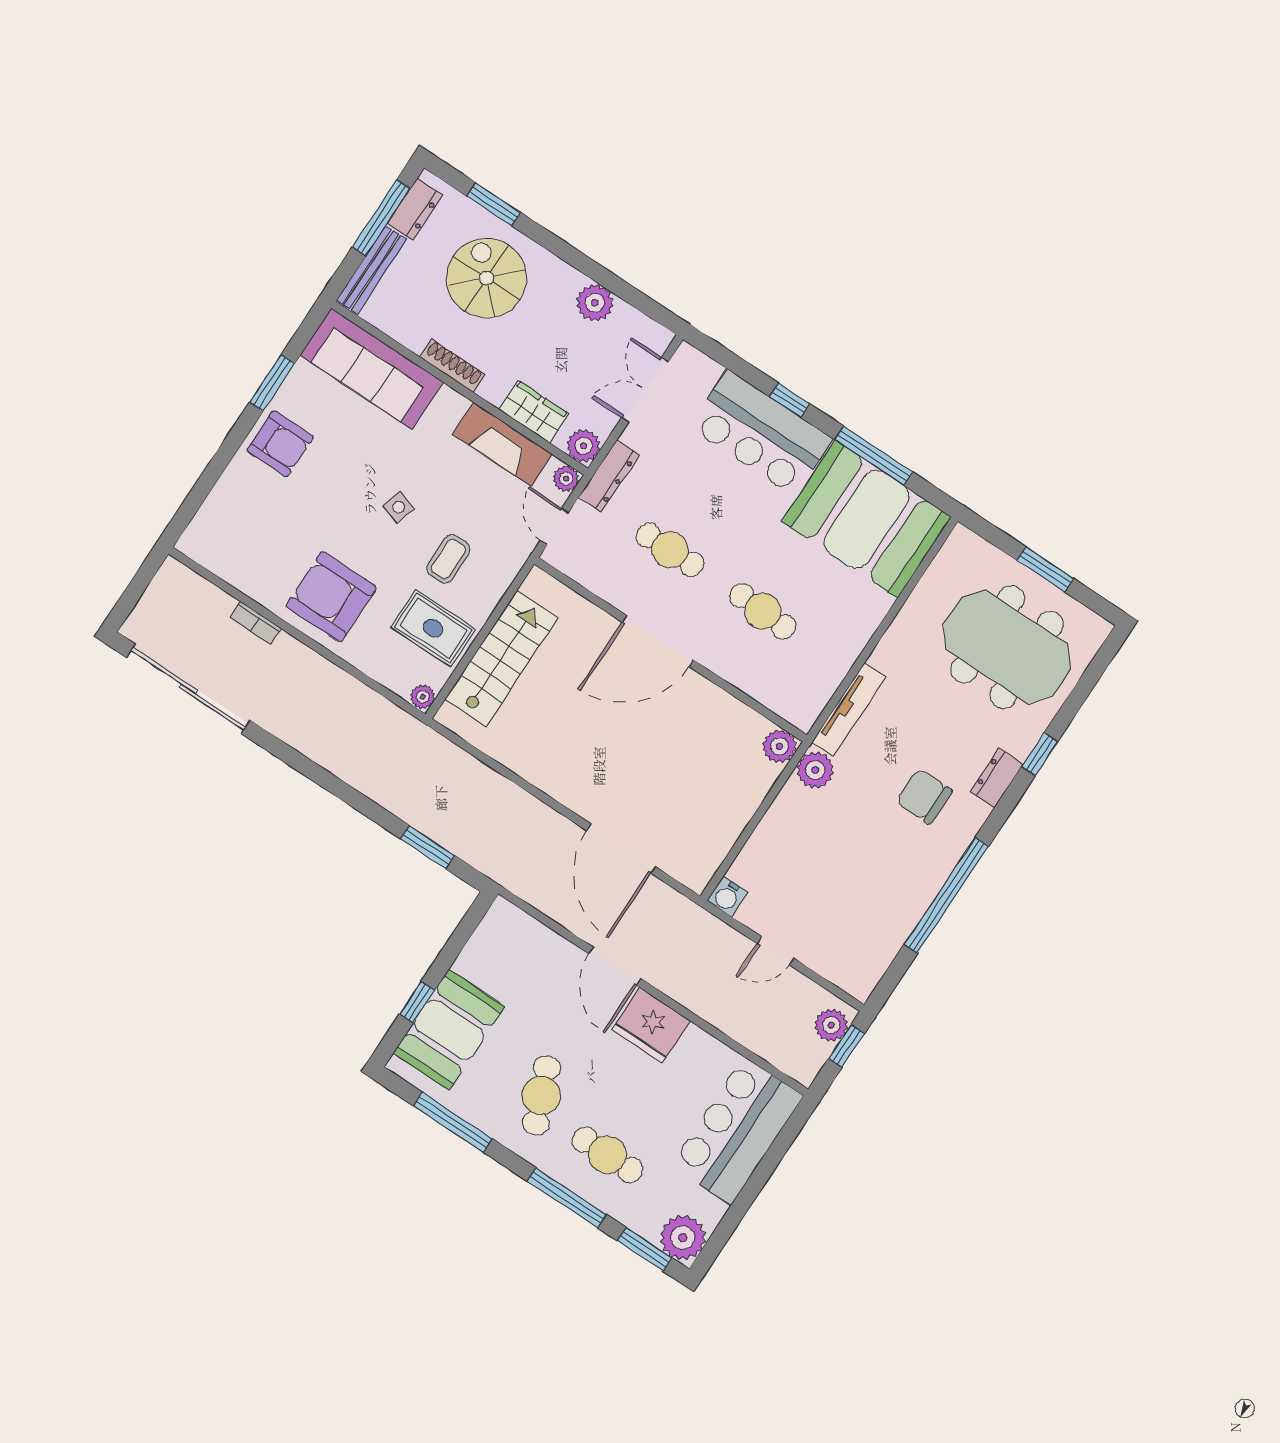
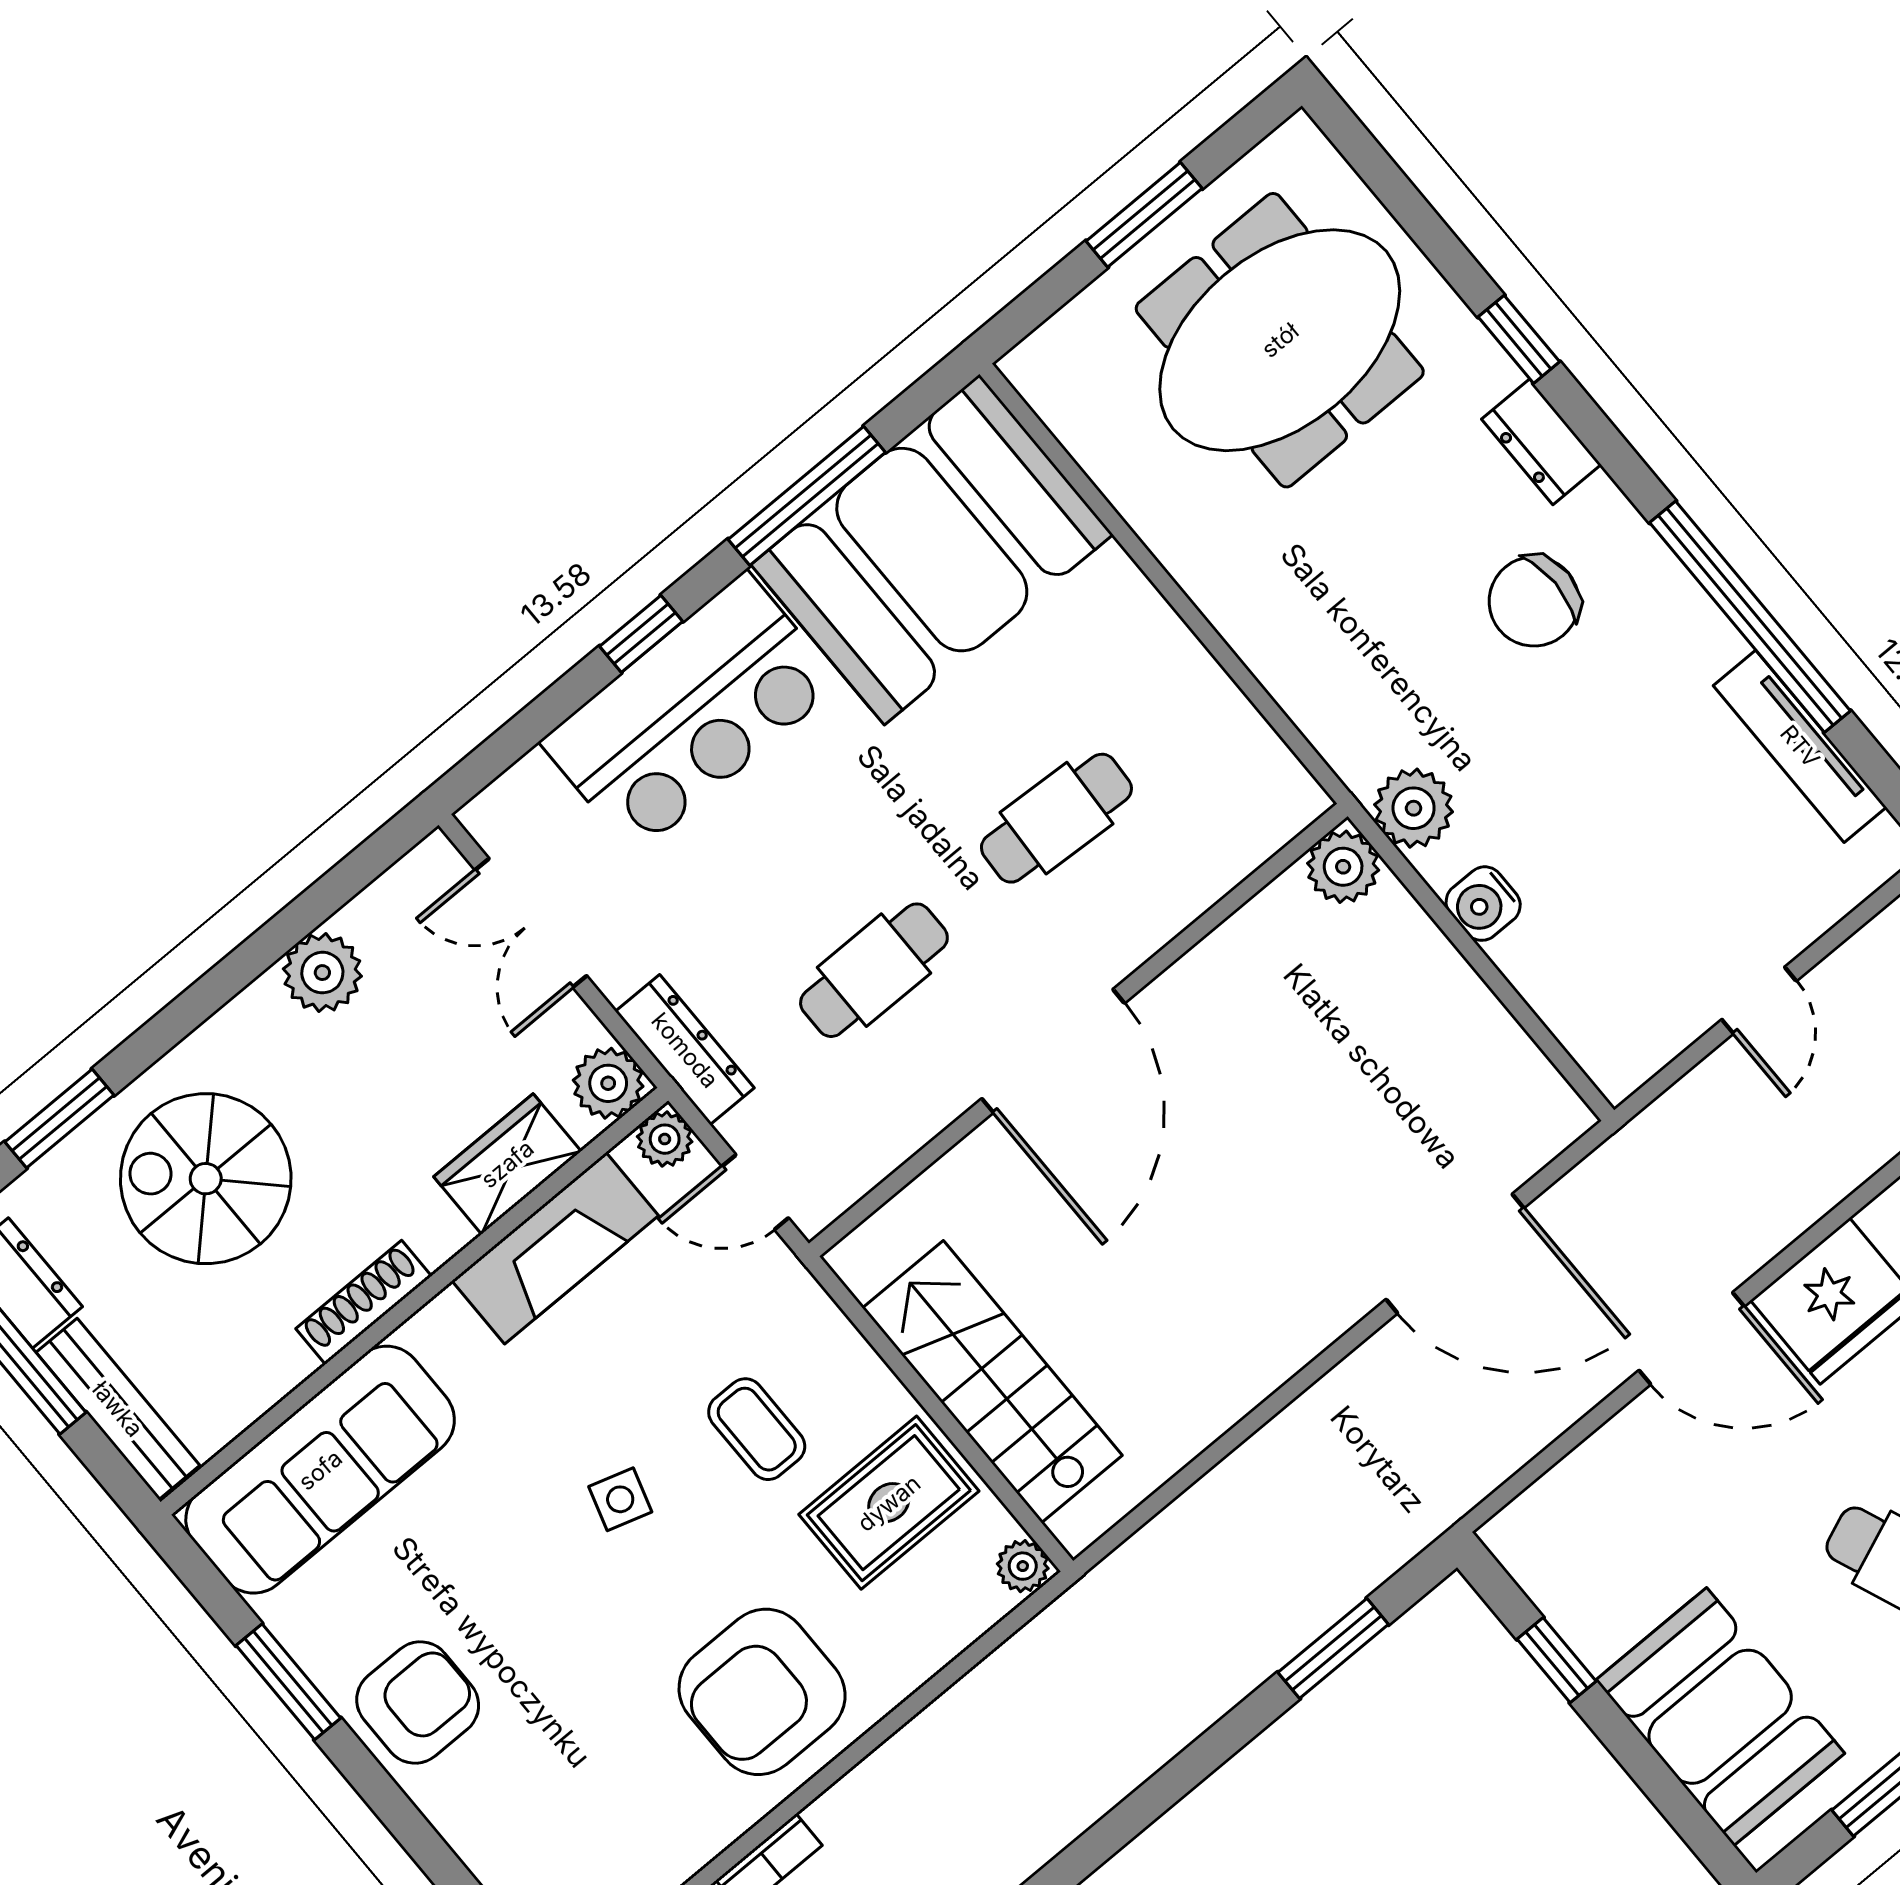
tv unit: (849, 710) -> (1800, 746), moved, turned 180
water cooler: (727, 896) -> (1483, 904), moved, turned 90
window: (417, 1002) -> (1557, 1660), moved

